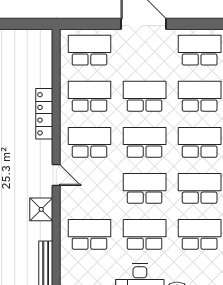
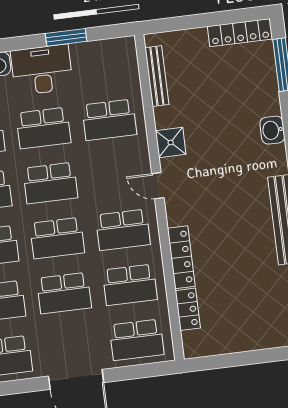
locker: (44, 70) -> (188, 309), added

